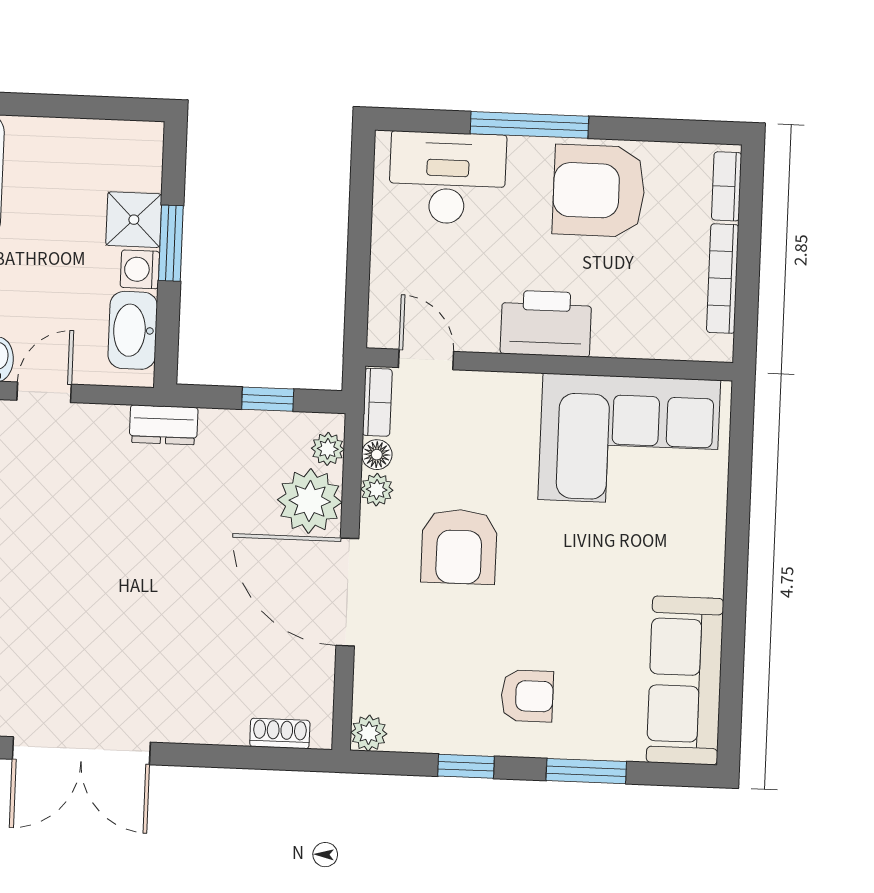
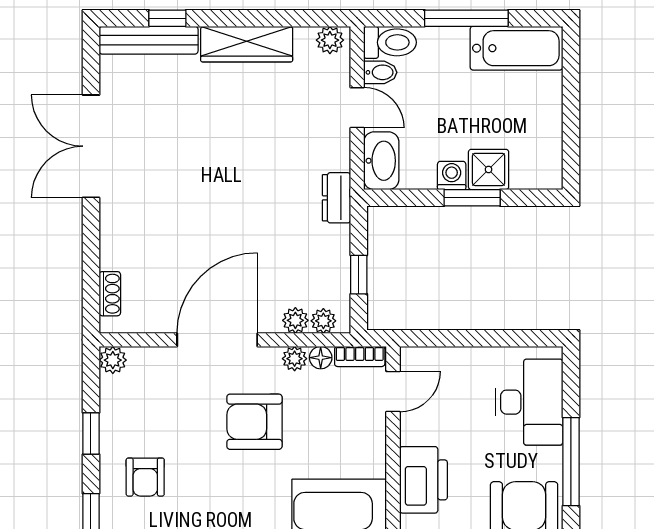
washbasin: (133, 330) -> (381, 161), moved, turned 90
plant: (310, 501) -> (295, 320), width x0.53, depth x0.53

